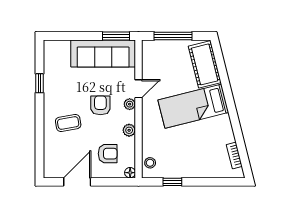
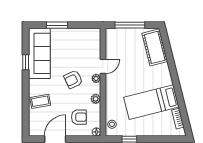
window: (116, 36) -> (57, 25), moved
sofa: (103, 54) -> (39, 53), moved, turned -90
armchair: (100, 105) -> (73, 79), turned -115
bed: (193, 106) -> (151, 102), moved
coffee table: (68, 123) -> (40, 101), moved

